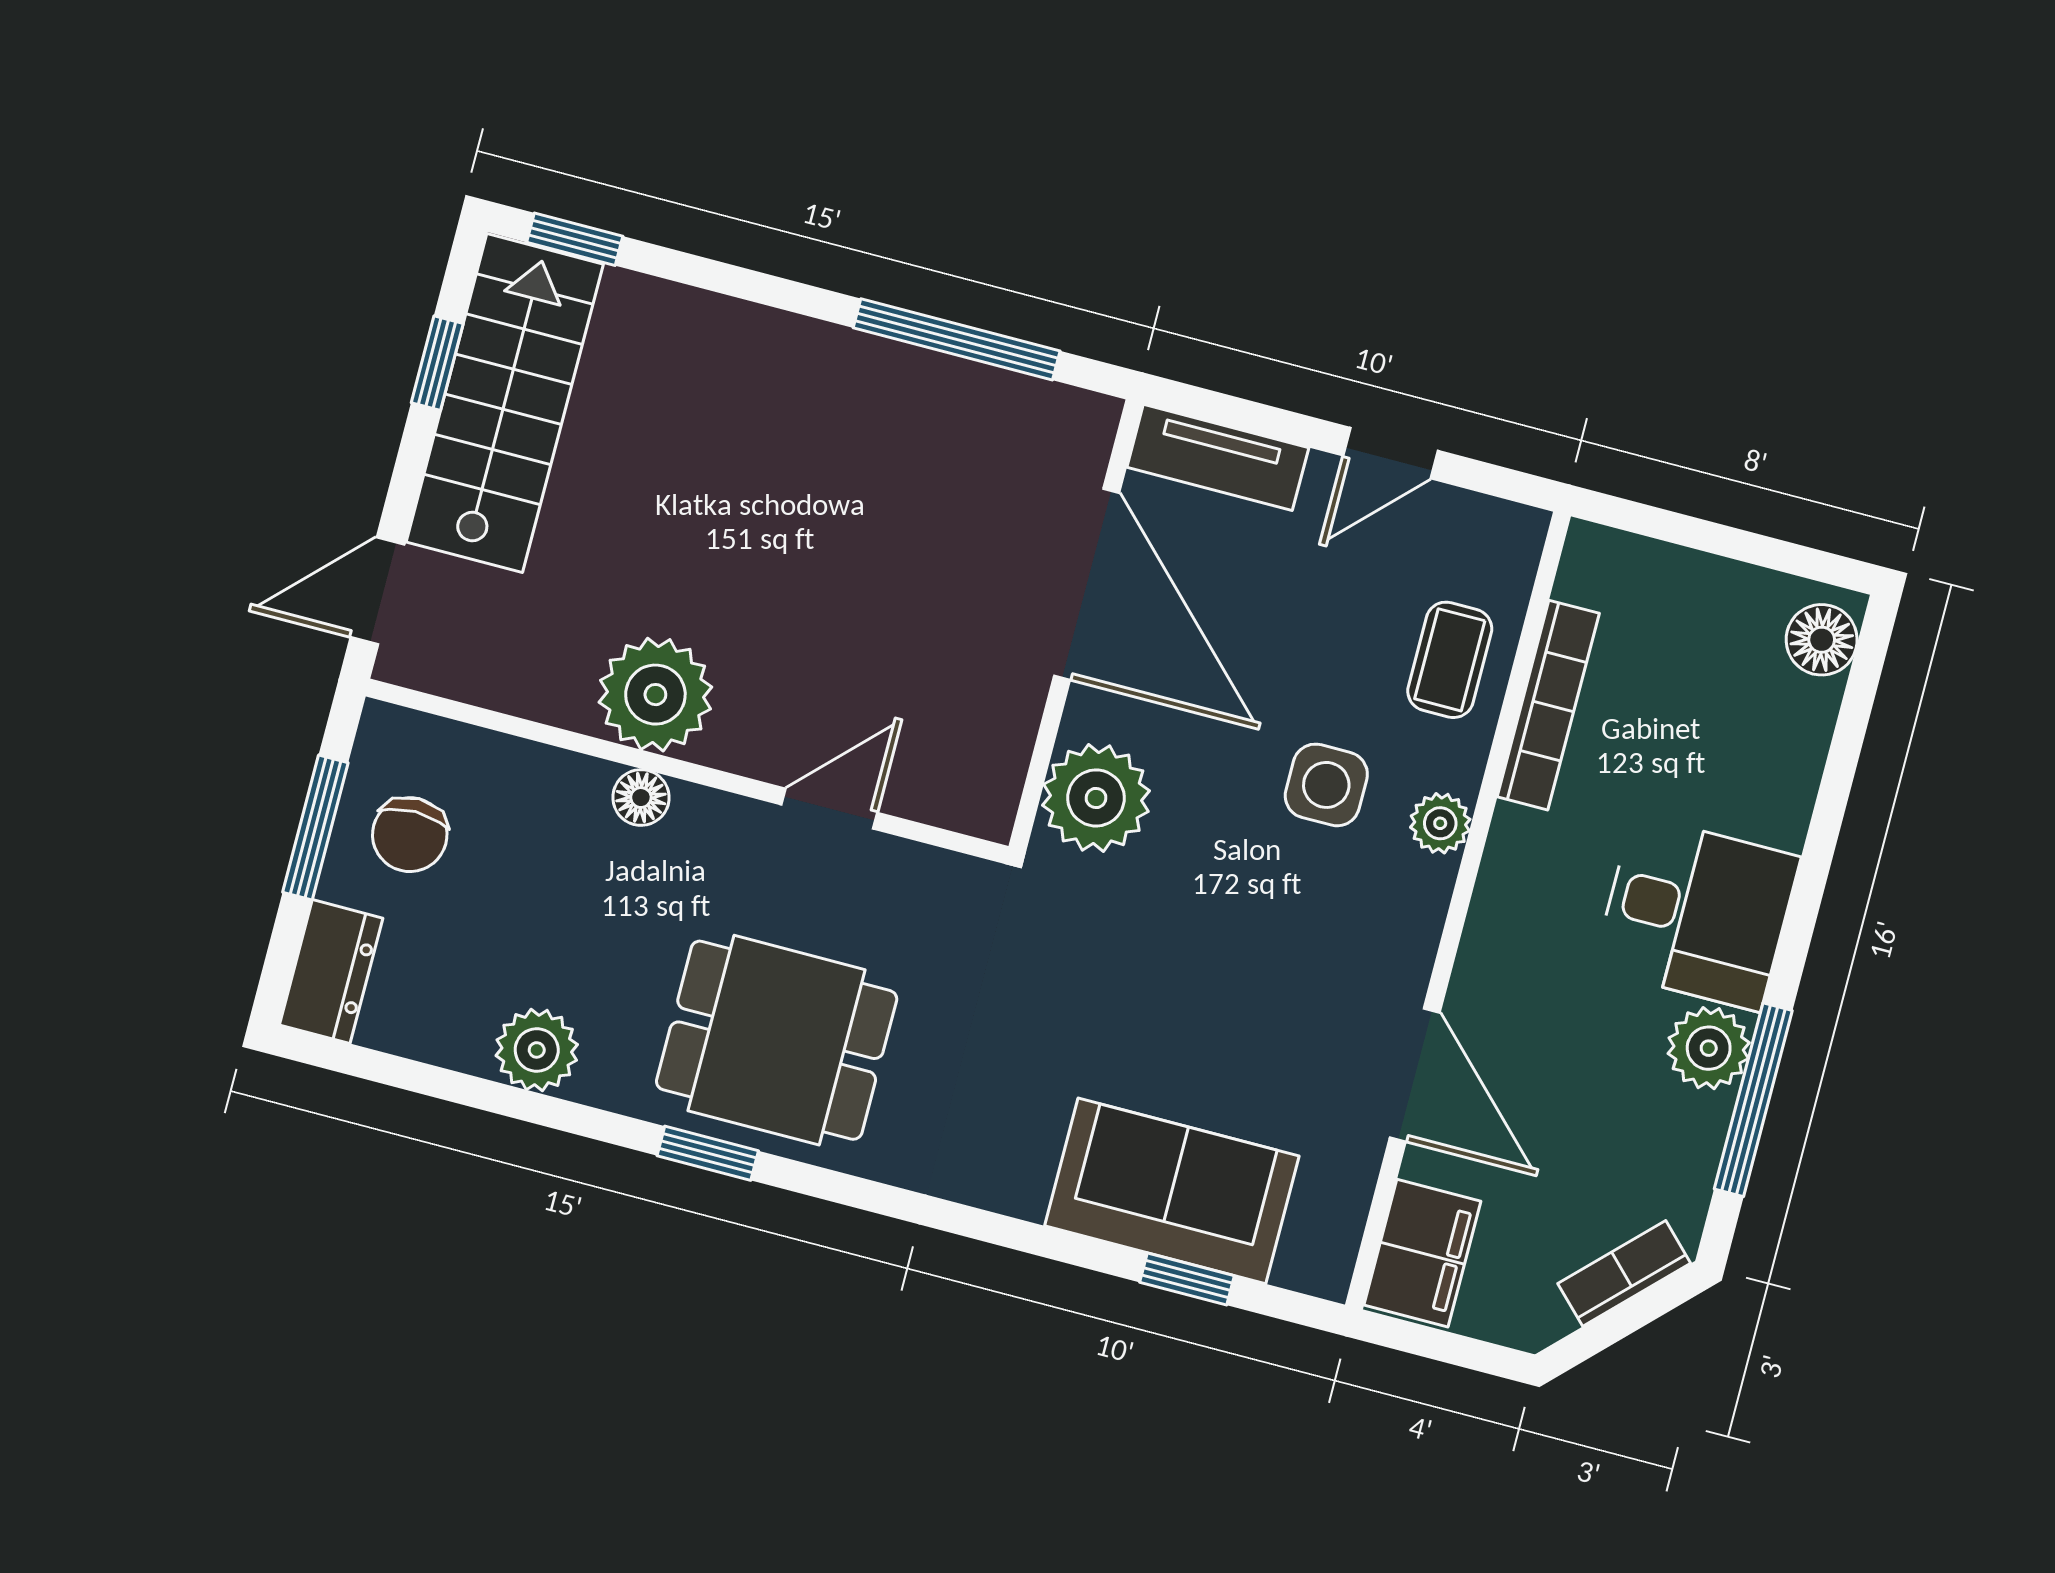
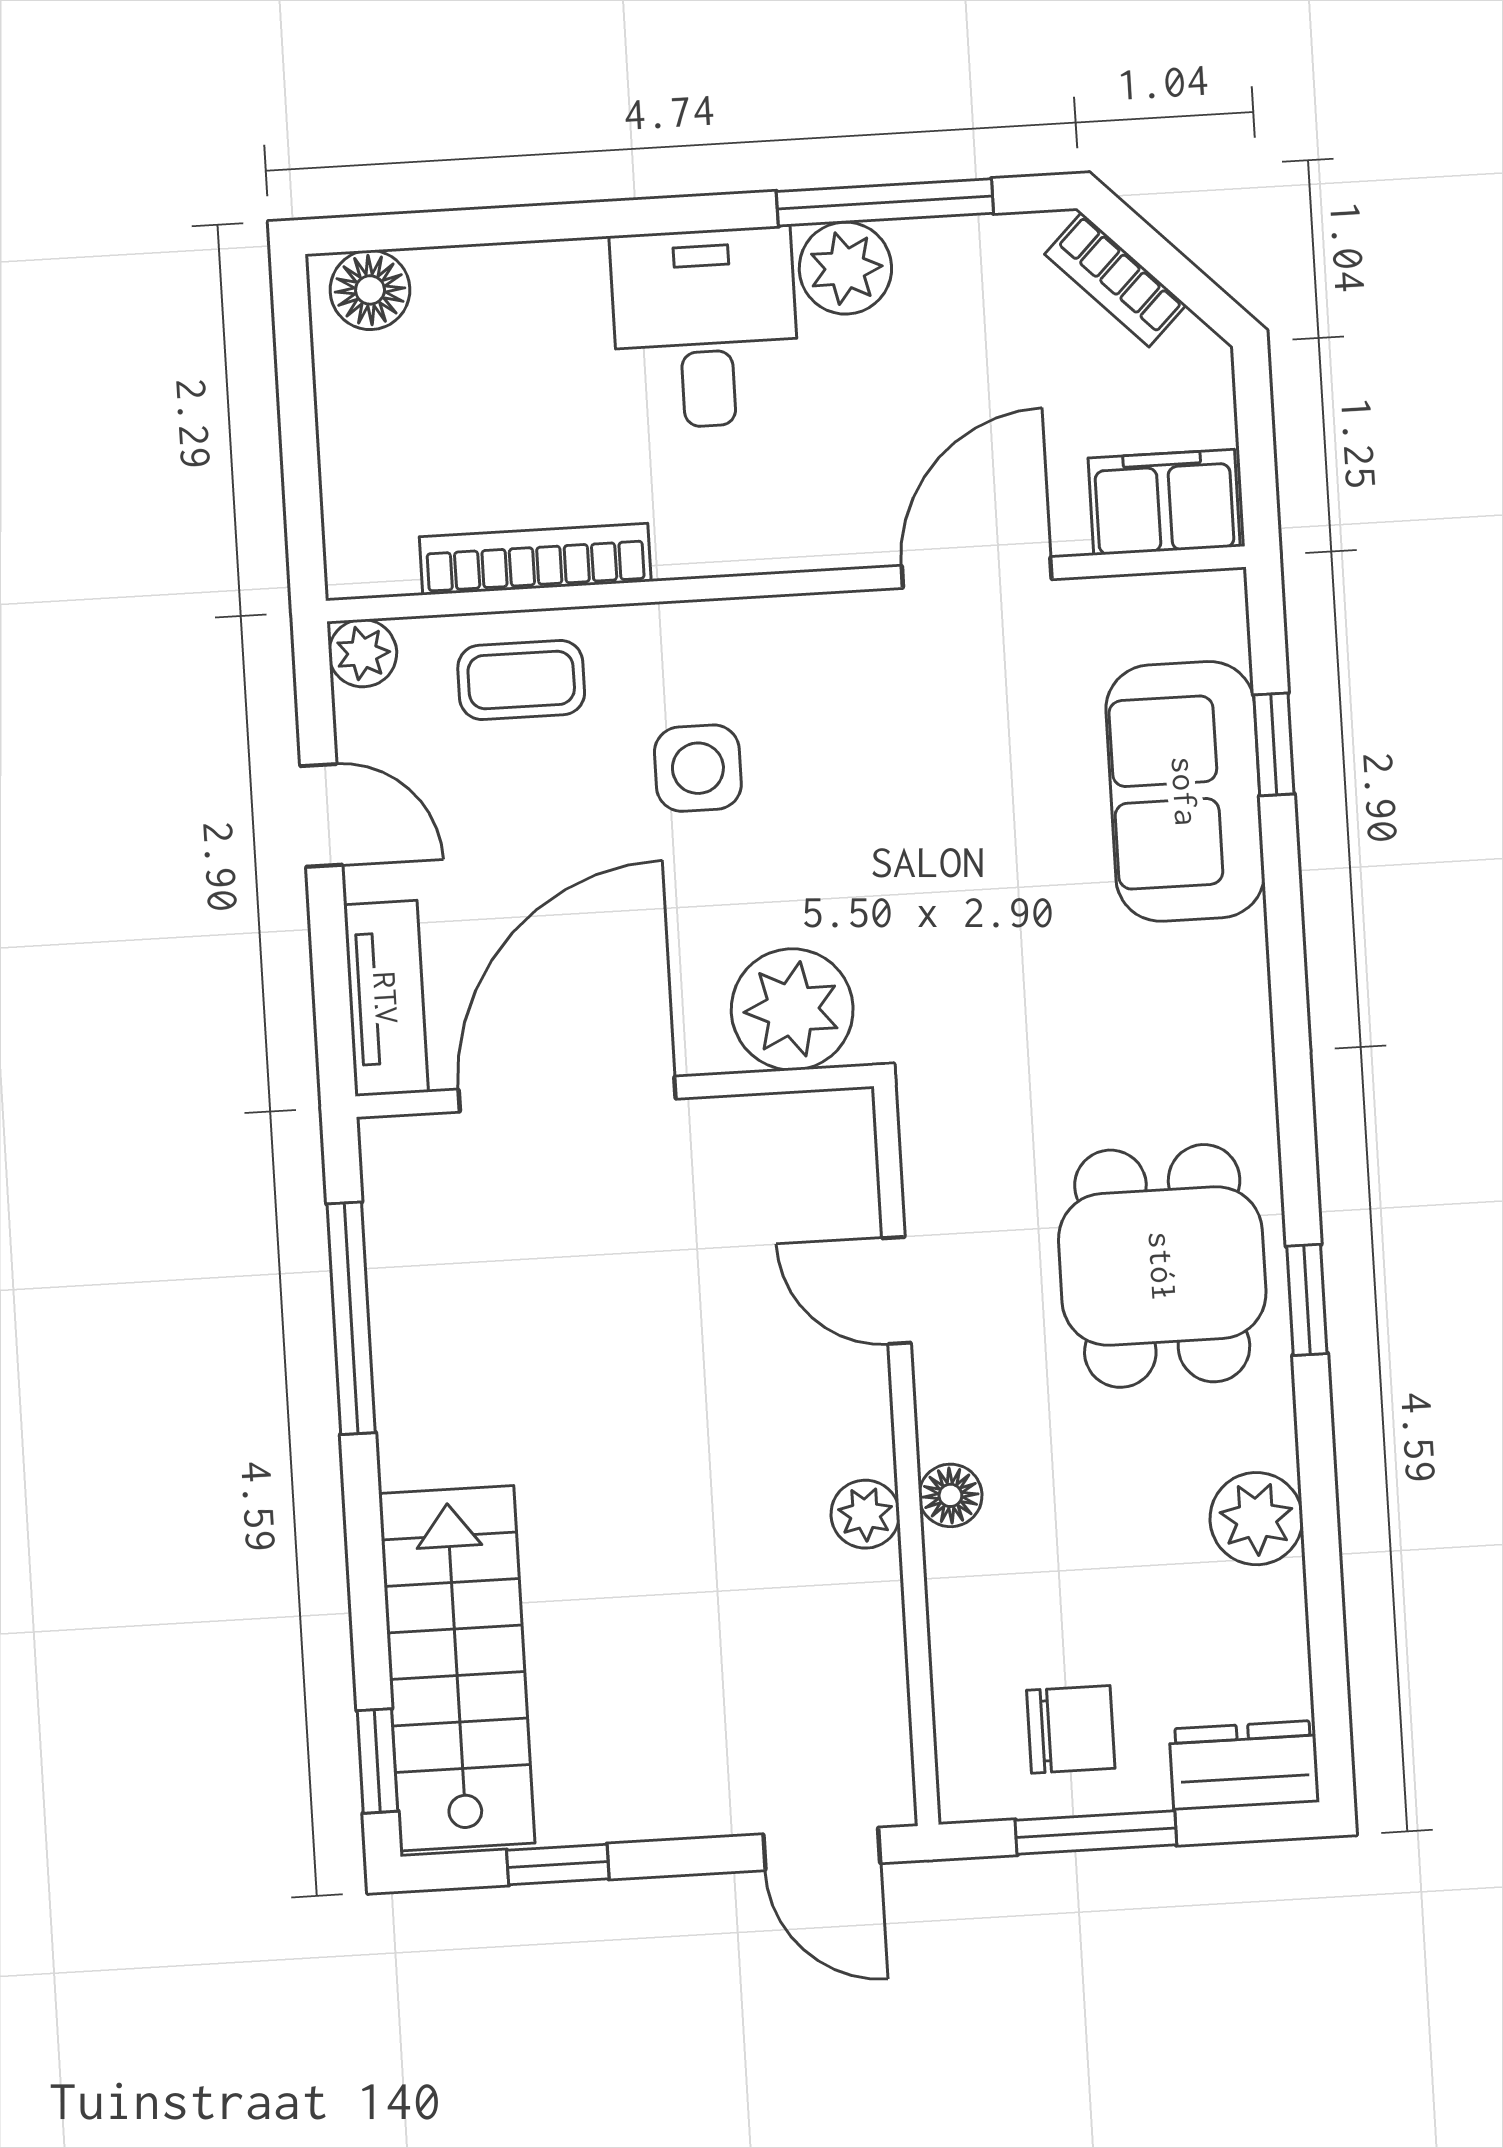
stairs: (505, 403) -> (457, 1668), moved, turned 90
plant: (655, 695) -> (865, 1514), width x0.53, depth x0.53
plant: (1440, 823) -> (363, 653), moved

